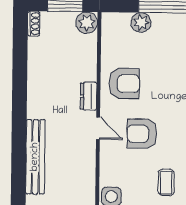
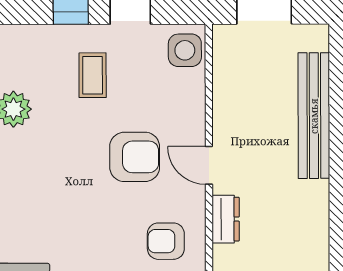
armchair: (124, 84) -> (166, 241), width x0.72, depth x0.72

